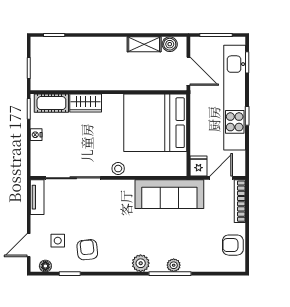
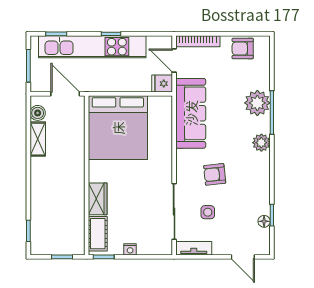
door: (188, 71) -> (65, 94), hinge flipped
stool: (118, 169) -> (165, 166), removed
side table: (58, 241) -> (208, 212), moved
armchair: (233, 245) -> (243, 49), turned 90
armchair: (87, 250) -> (215, 174), moved
plant: (174, 265) -> (257, 103), width x1.88, depth x1.88
floor lamp: (45, 266) -> (264, 221), moved

